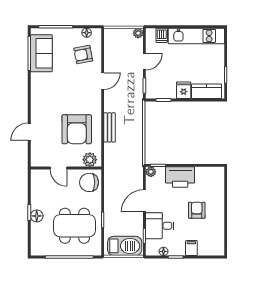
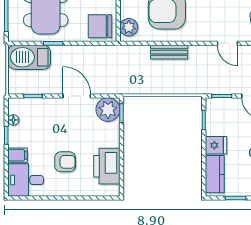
plant: (151, 172) -> (108, 110), width x1.88, depth x1.88
printer: (180, 177) -> (107, 166), moved
chair: (89, 182) -> (100, 26), turned -90
desk: (160, 226) -> (26, 180), moved, turned -90
barbecue: (125, 246) -> (29, 57), moved, turned 90

